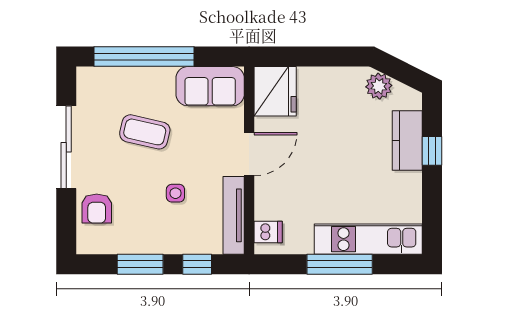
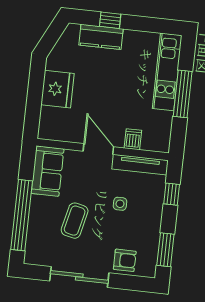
plant: (379, 86) -> (61, 53), removed
fridge: (275, 91) -> (58, 89), moved, turned 90
dishwasher: (268, 232) -> (133, 139), moved
window: (140, 264) -> (165, 250), moved

